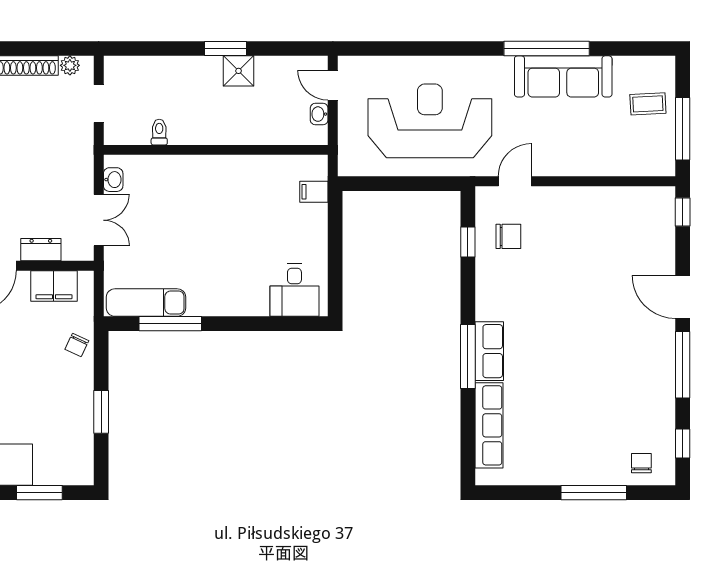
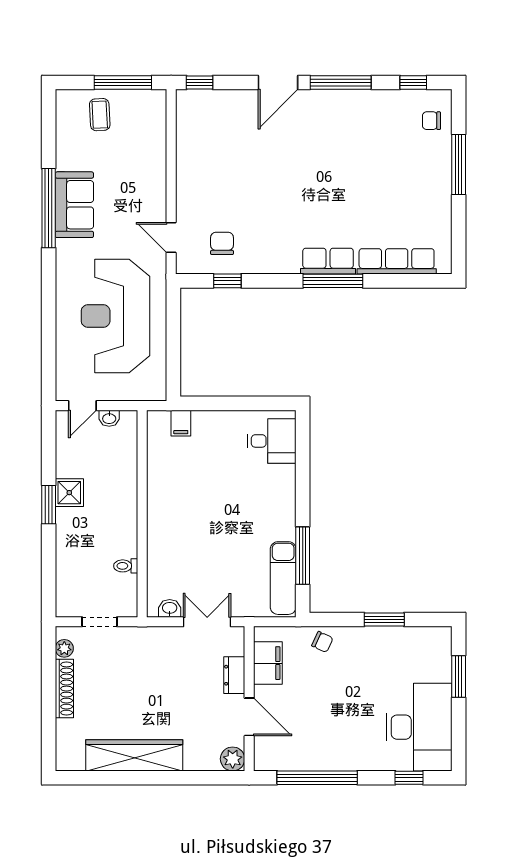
sofa: (563, 76) -> (74, 205), width x0.73

